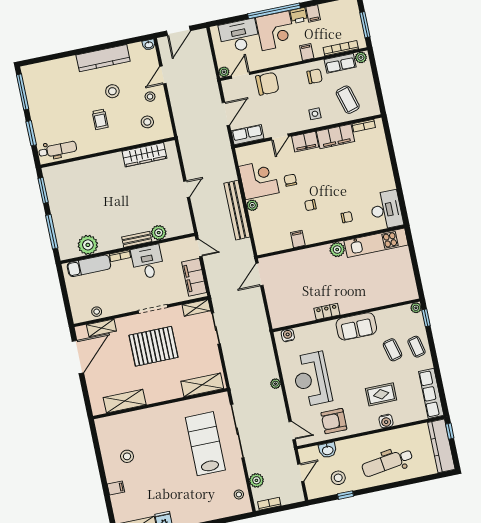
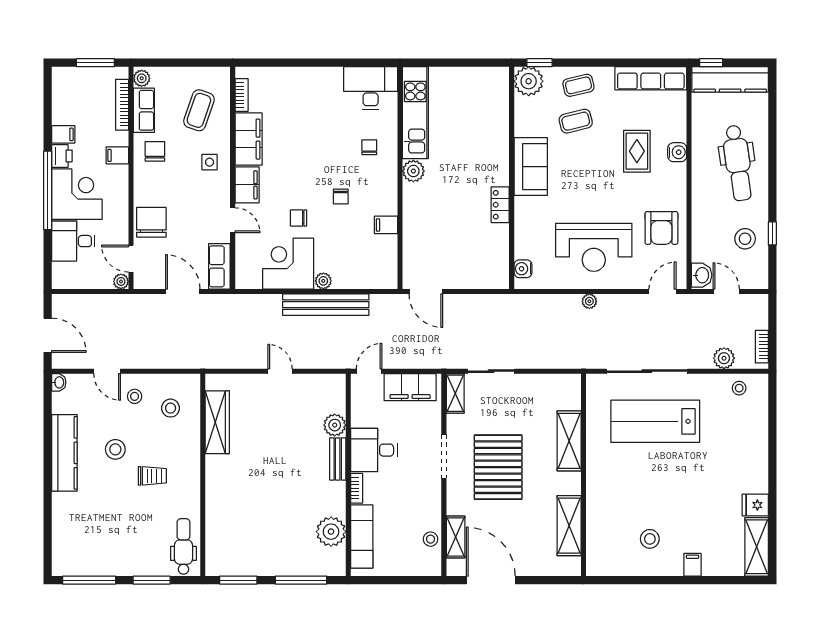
desk: (239, 36) -> (73, 241), width x0.73
coffee table: (348, 100) -> (199, 110), turned -55
plant: (416, 308) -> (529, 81), width x1.88, depth x1.88
shelving: (202, 385) -> (569, 441), moved
washbasin: (328, 450) -> (702, 275), moved

